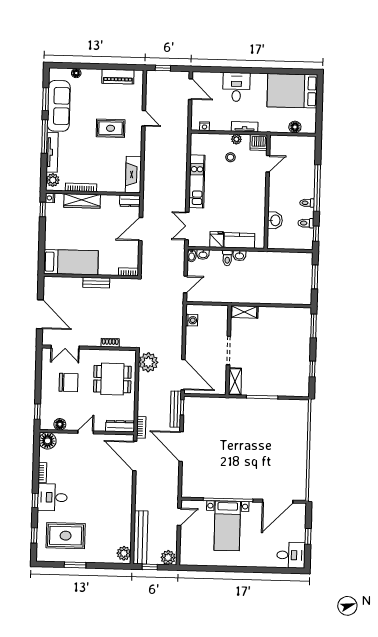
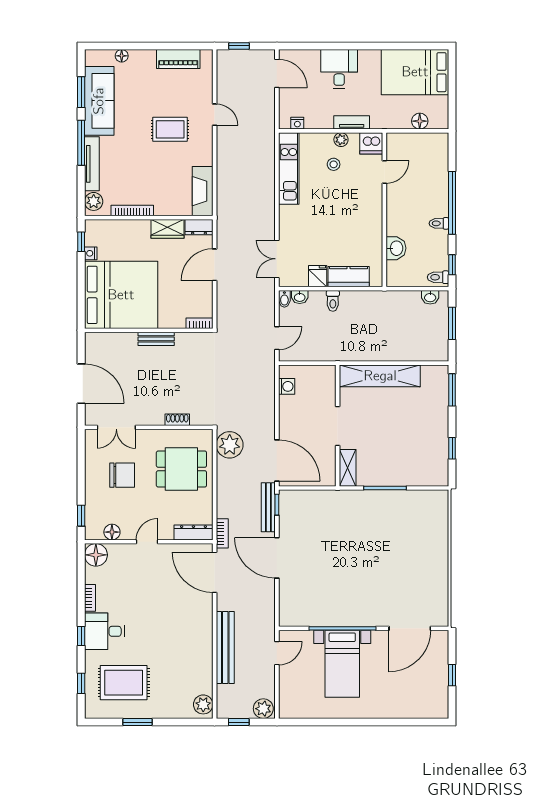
kitchen unit: (197, 181) -> (289, 169), moved
nightstand: (50, 198) -> (91, 253), moved
wardrobe: (82, 201) -> (167, 229), moved, width x0.67
toilet: (306, 223) -> (438, 277), moved
washbasin: (239, 256) -> (430, 297), moved
bed: (71, 262) -> (121, 295), width x2.04
shelving: (244, 312) -> (380, 376), width x2.20, depth x1.33
bench: (141, 537) -> (225, 648), moved
desk: (291, 555) -> (430, 701), removed

